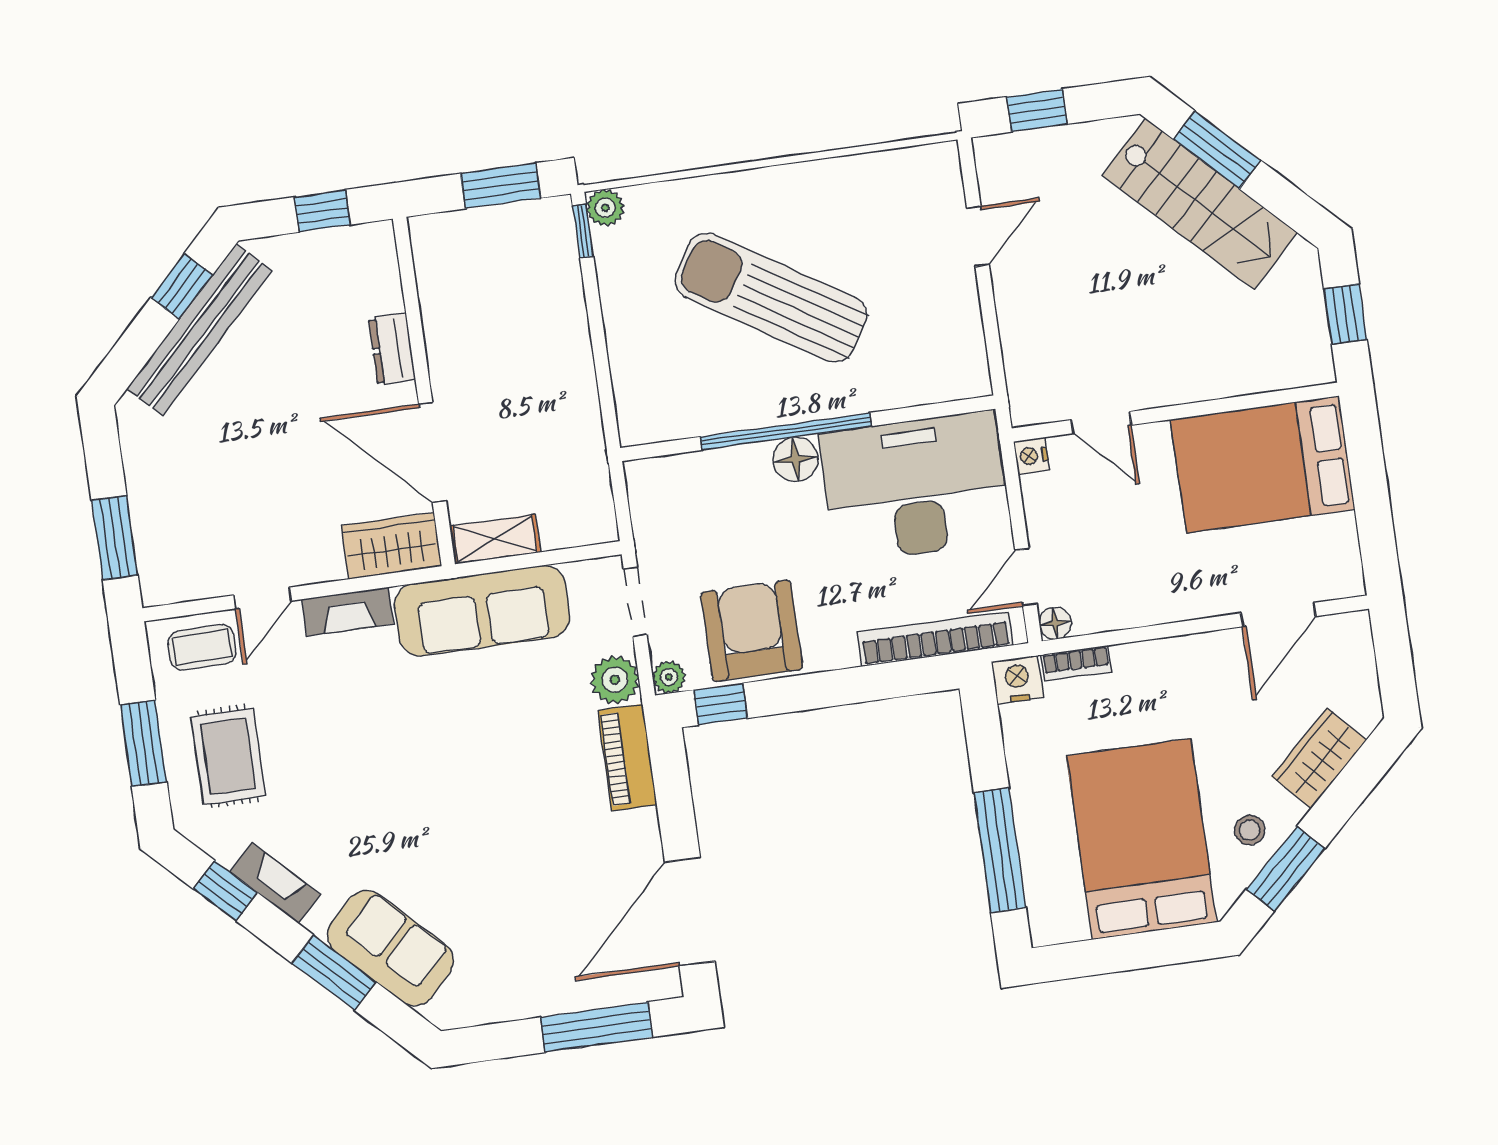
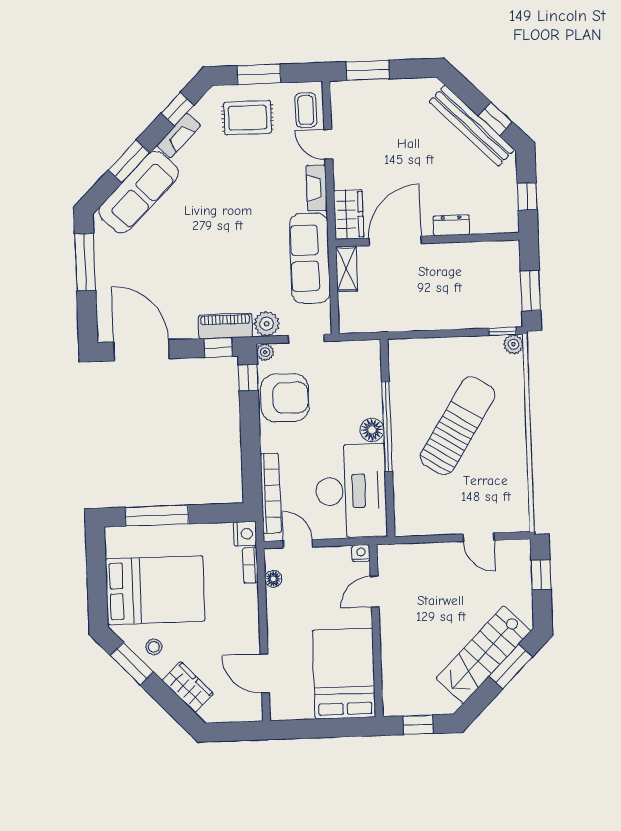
floor lamp: (1055, 623) -> (273, 579), moved
window: (669, 767) -> (218, 347), added
sofa: (391, 948) -> (139, 192), width x1.36
window: (597, 1027) -> (85, 262), moved

